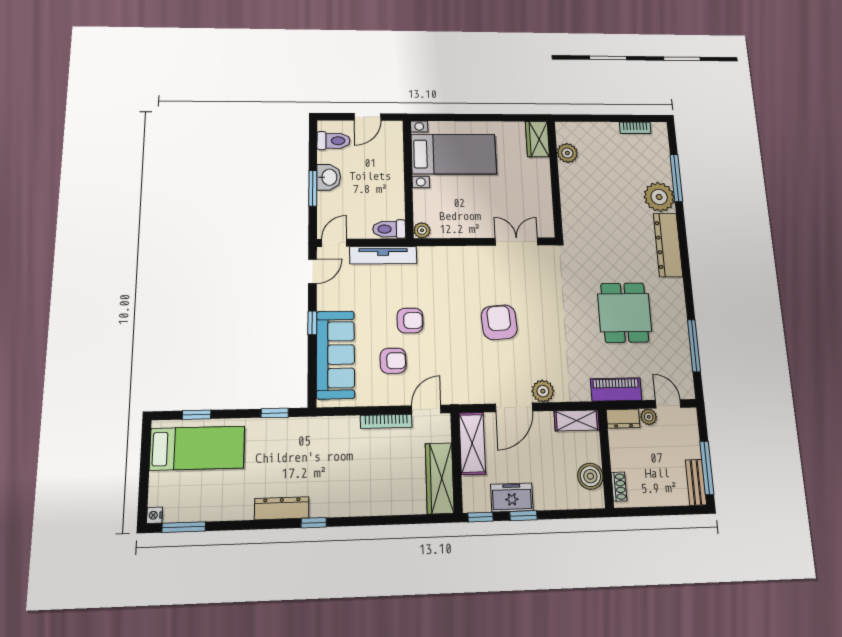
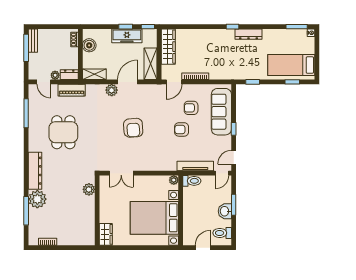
plant: (567, 153) -> (89, 189), moved
bed with nightstands: (454, 154) -> (154, 218), width x1.36
freezer: (512, 497) -> (127, 36), width x1.40

